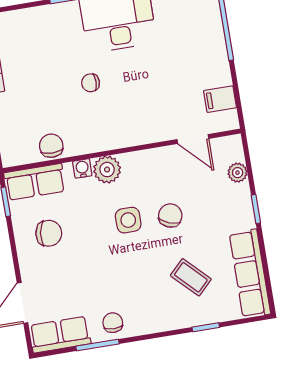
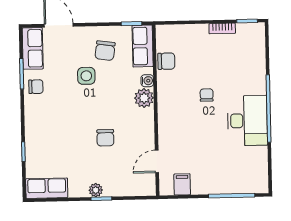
plant: (238, 173) -> (96, 190), moved
chair: (170, 216) -> (105, 138), turned 69
side table: (128, 220) -> (86, 76), moved
row of seats: (250, 274) -> (47, 188), width x0.68
coffee table: (191, 277) -> (60, 146), removed

